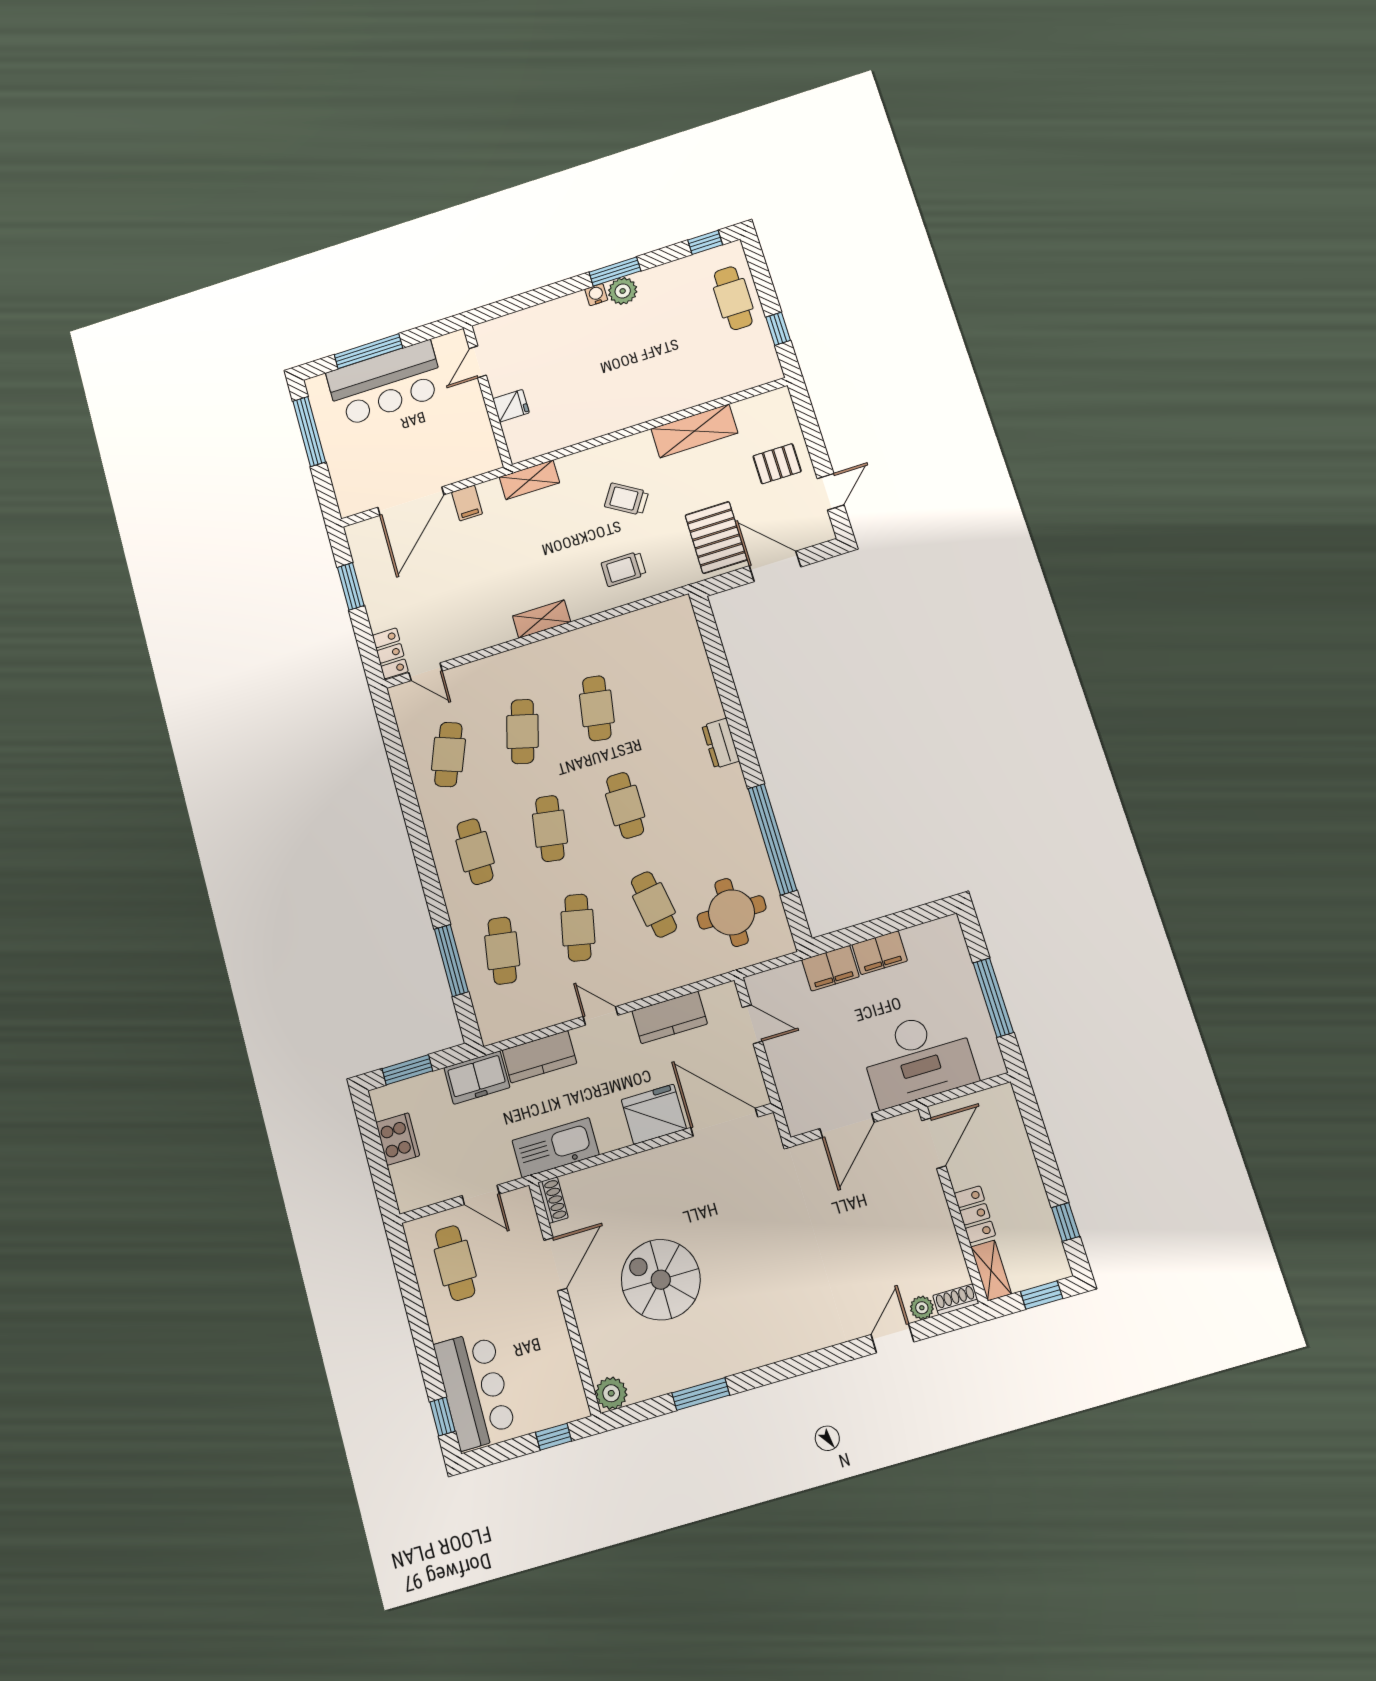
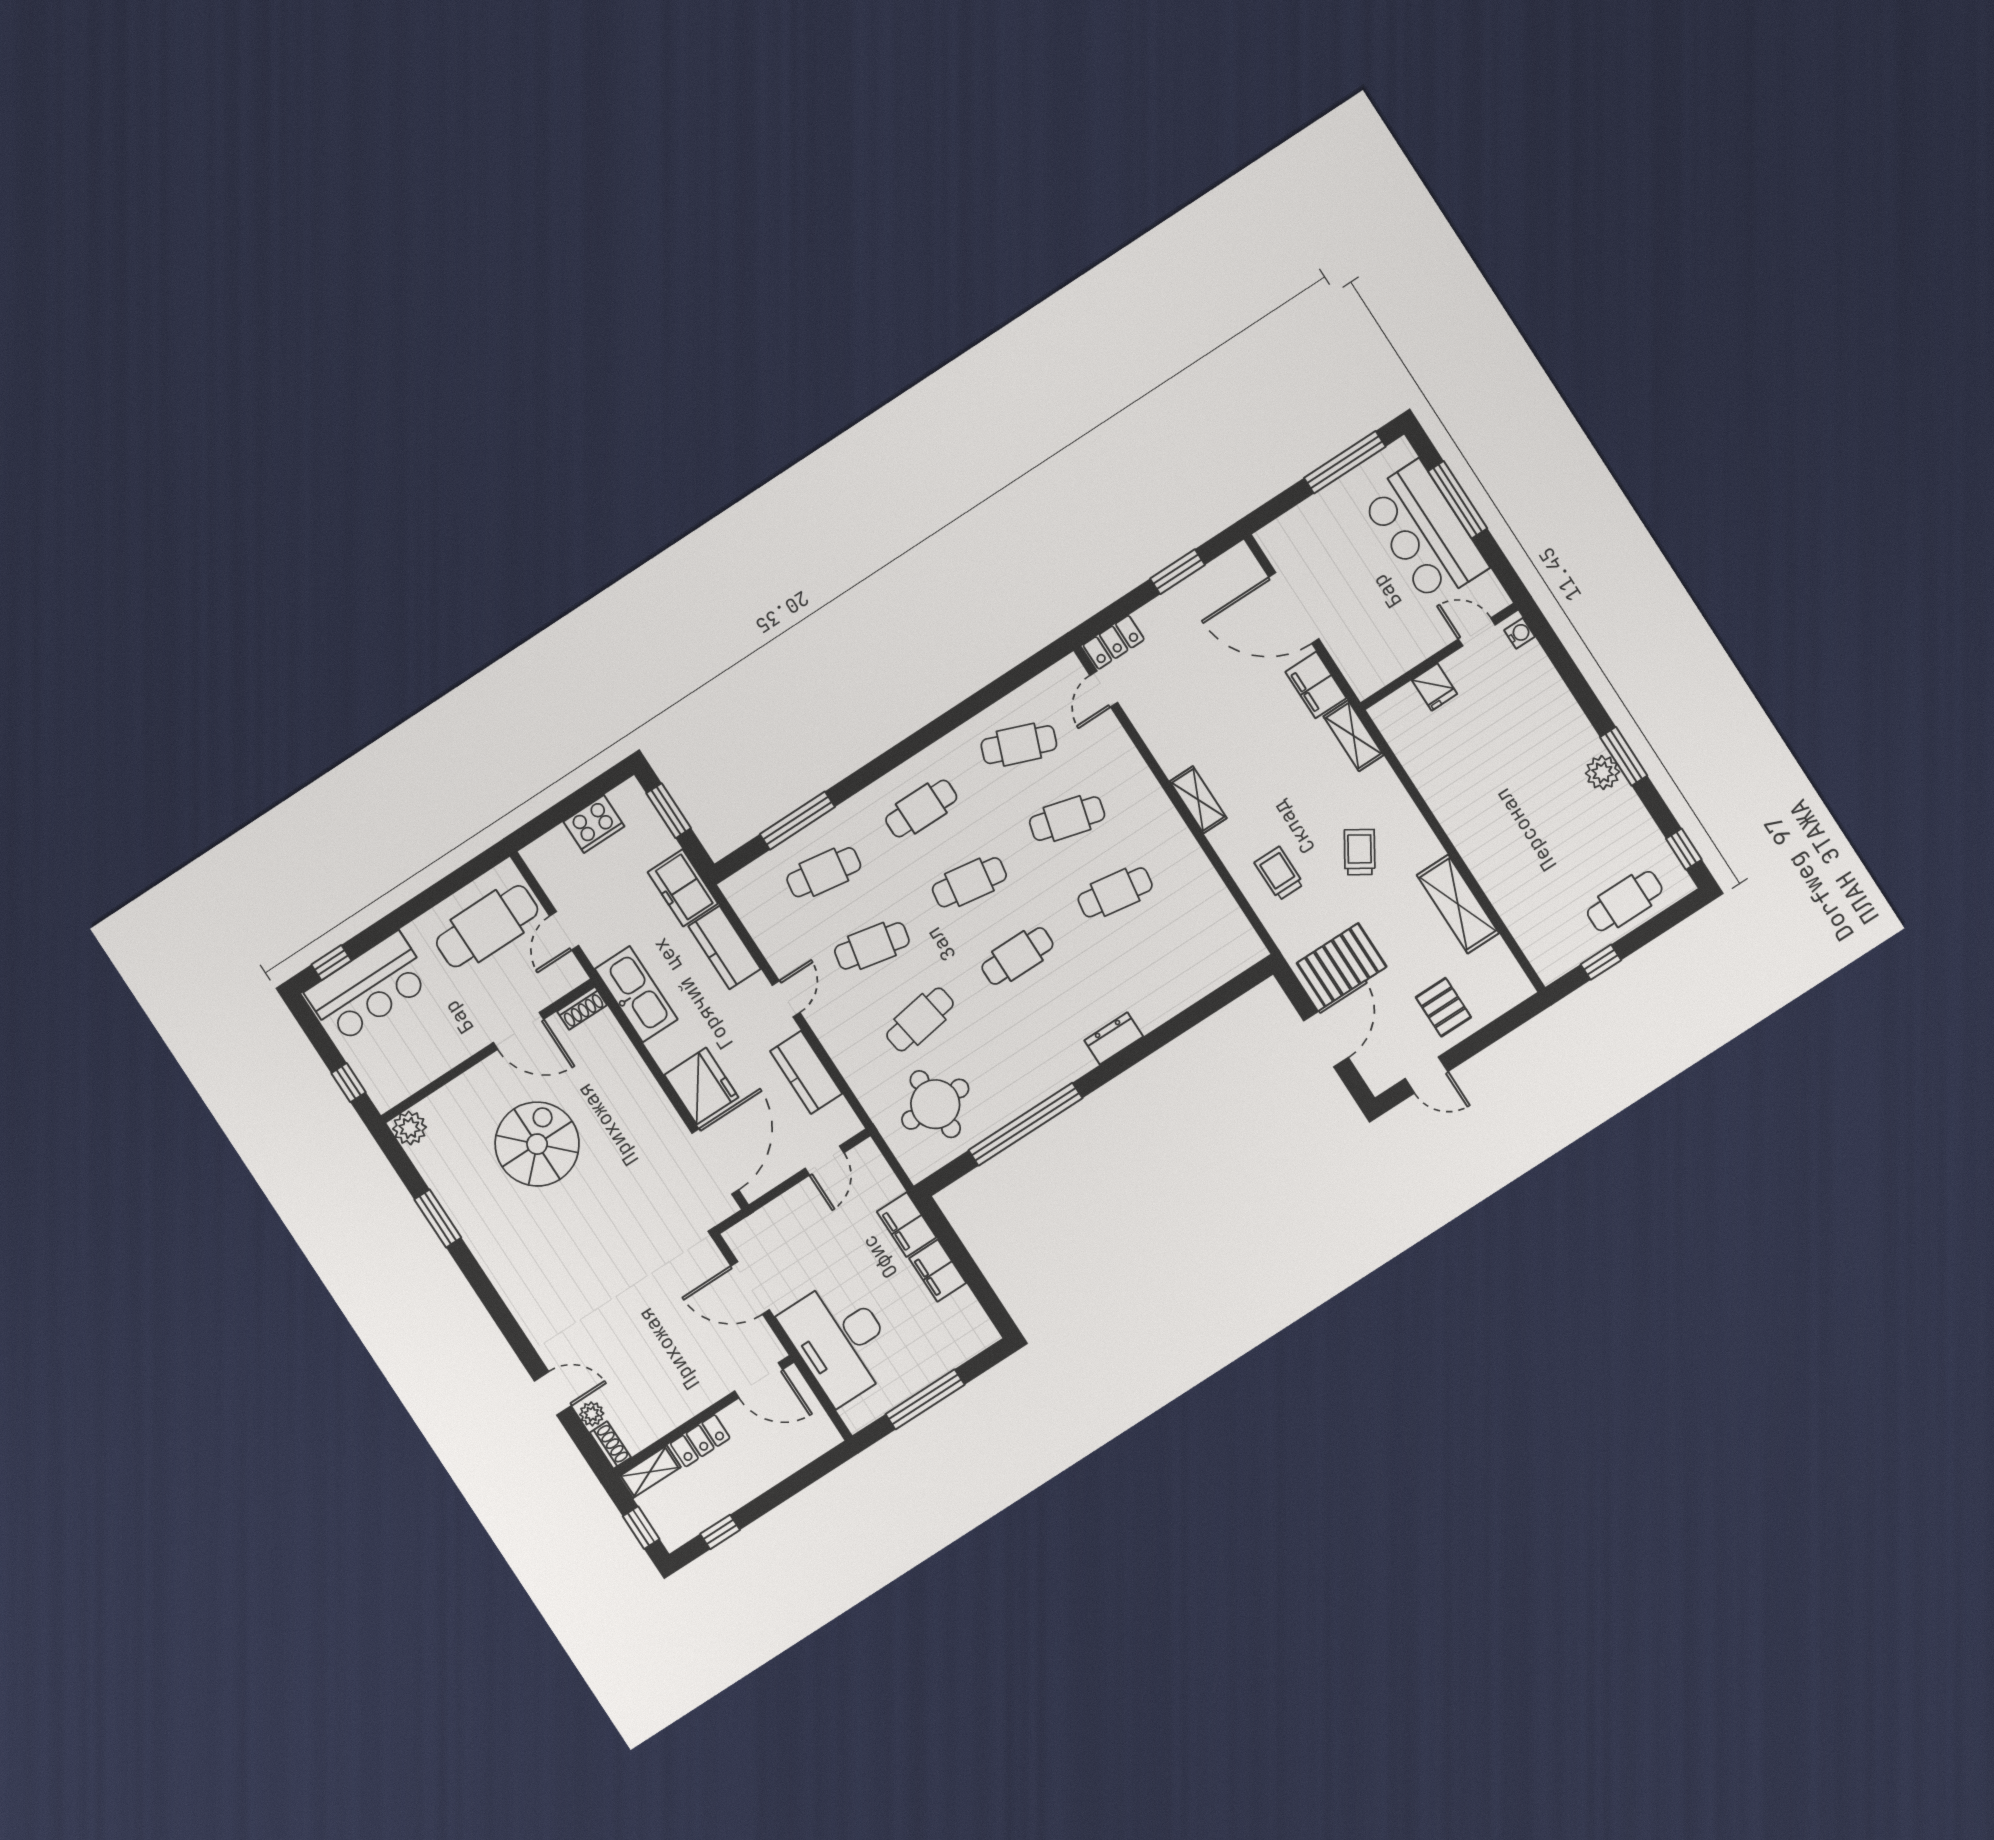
water cooler: (596, 295) -> (1519, 633), moved
filing cabinet: (467, 503) -> (1316, 685), width x2.00
cafe table: (455, 1263) -> (487, 926), width x1.37, depth x1.35

